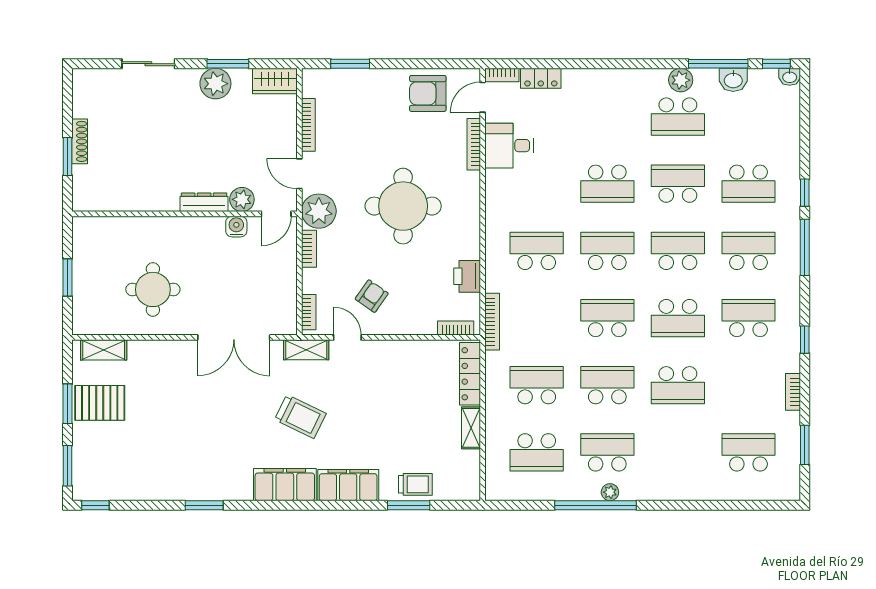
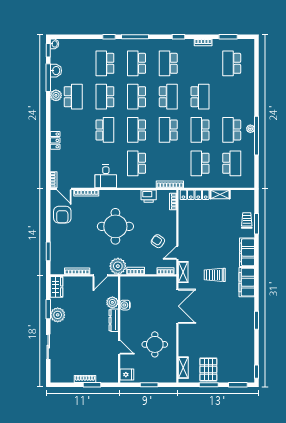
locker: (541, 78) -> (55, 140), moved
desk: (509, 146) -> (106, 176), moved
school desk: (748, 184) -> (105, 63), turned 180
door: (276, 214) -> (119, 347), moved
fridge: (89, 230) -> (127, 375), added
trolley: (300, 417) -> (215, 275), turned -116

